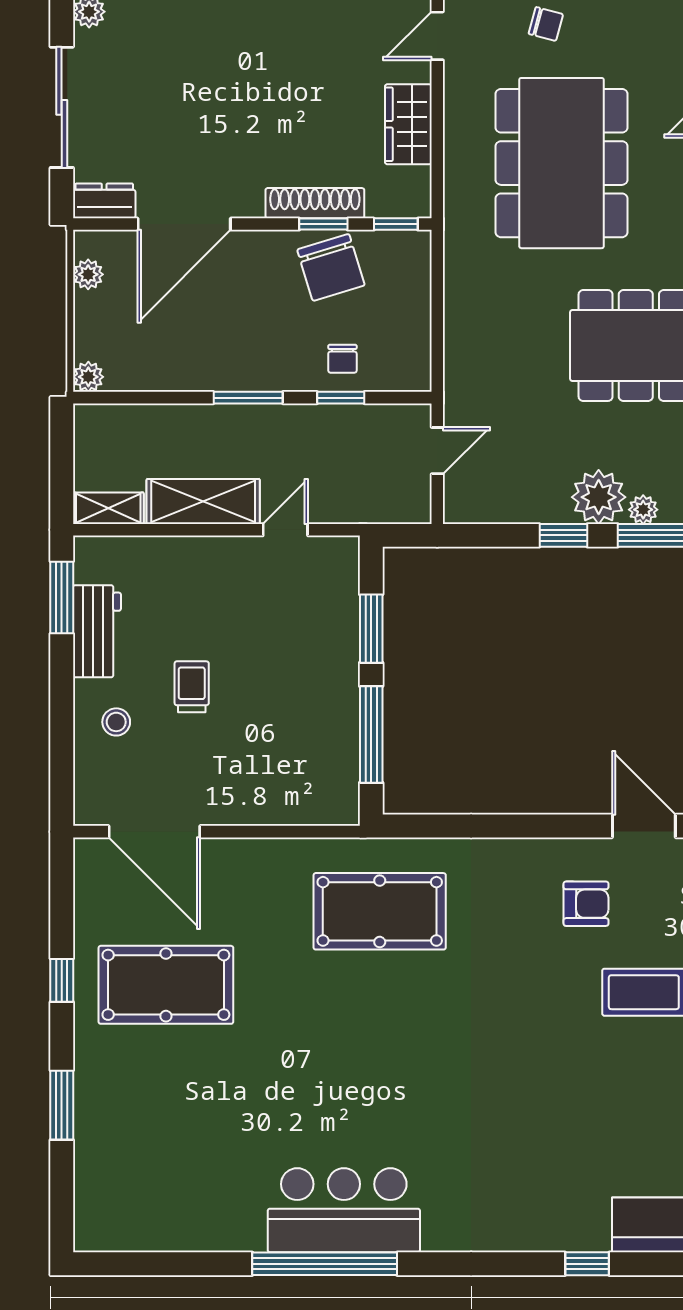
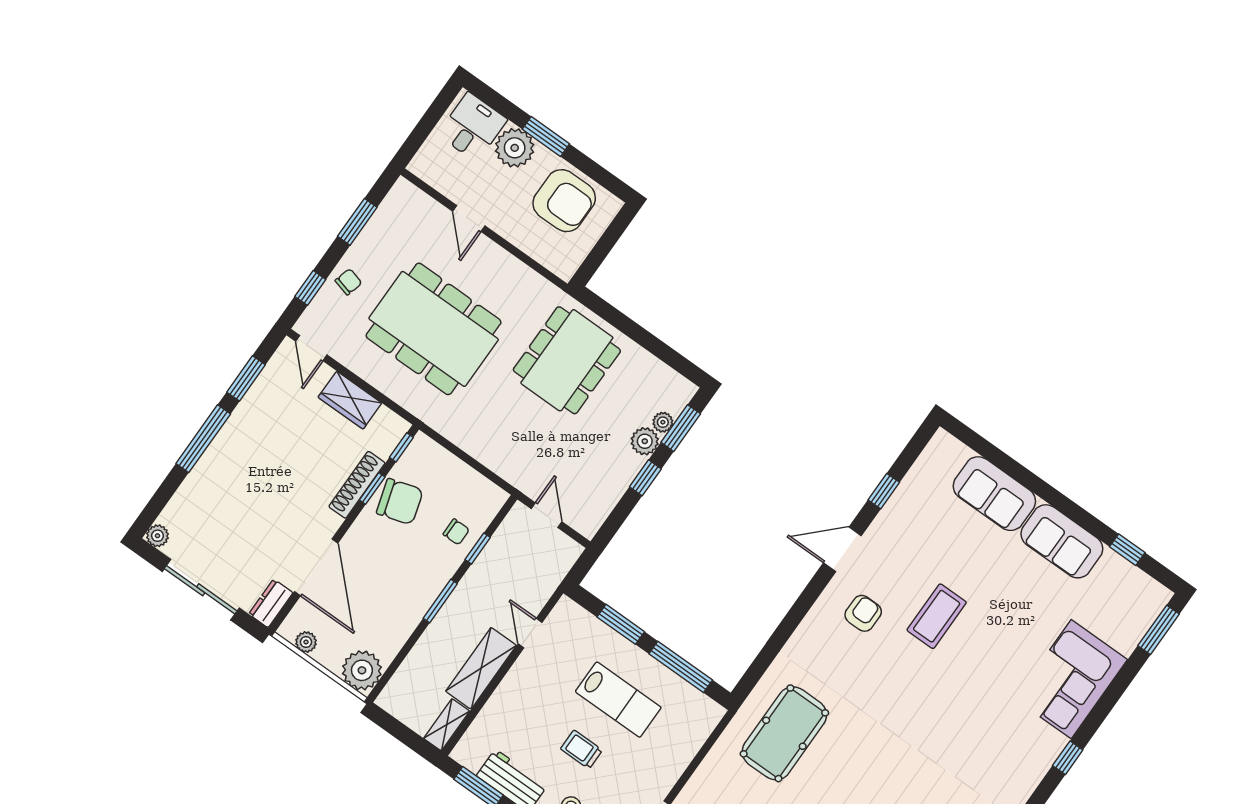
plant: (88, 377) -> (362, 670), width x1.87, depth x1.87
plant: (599, 497) -> (645, 441), width x0.73, depth x0.73
lab bench: (281, 688) -> (618, 700), added

